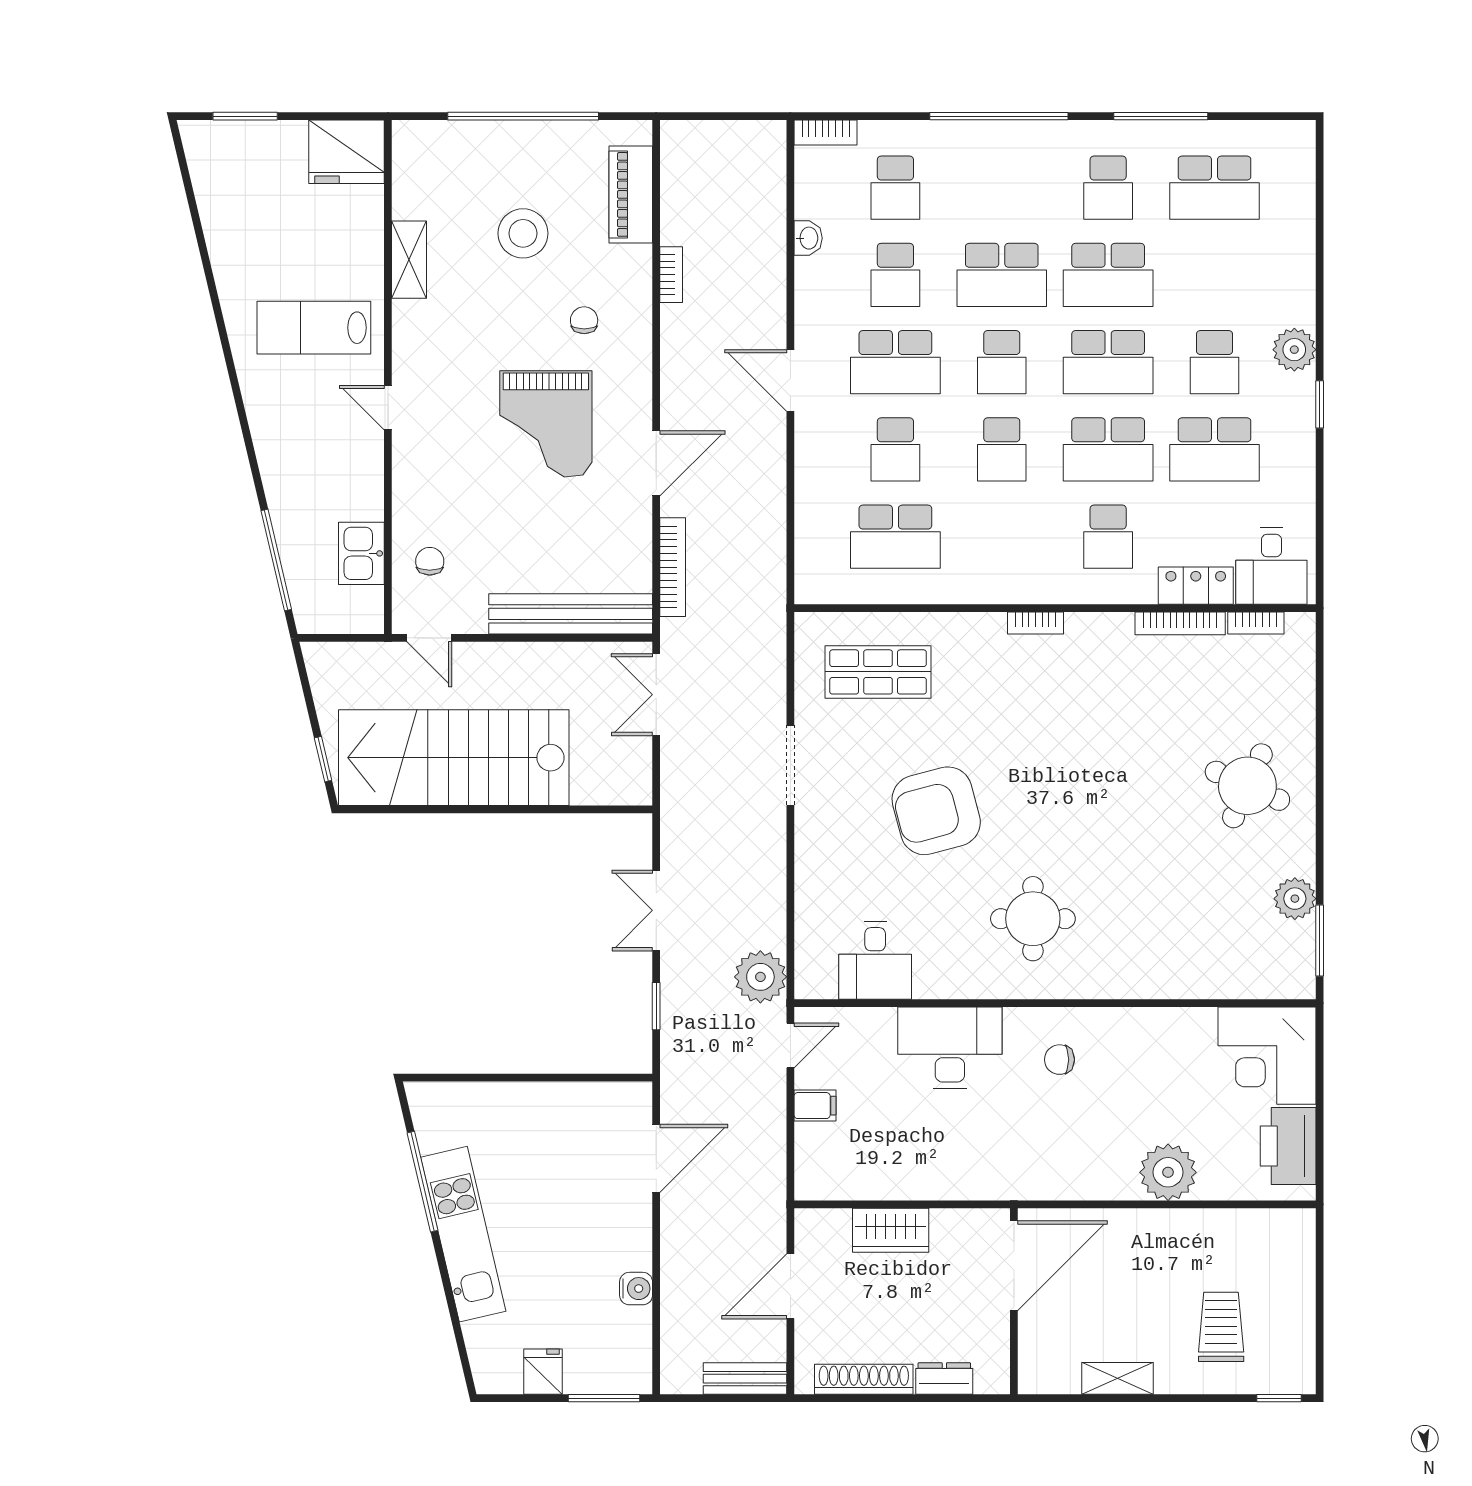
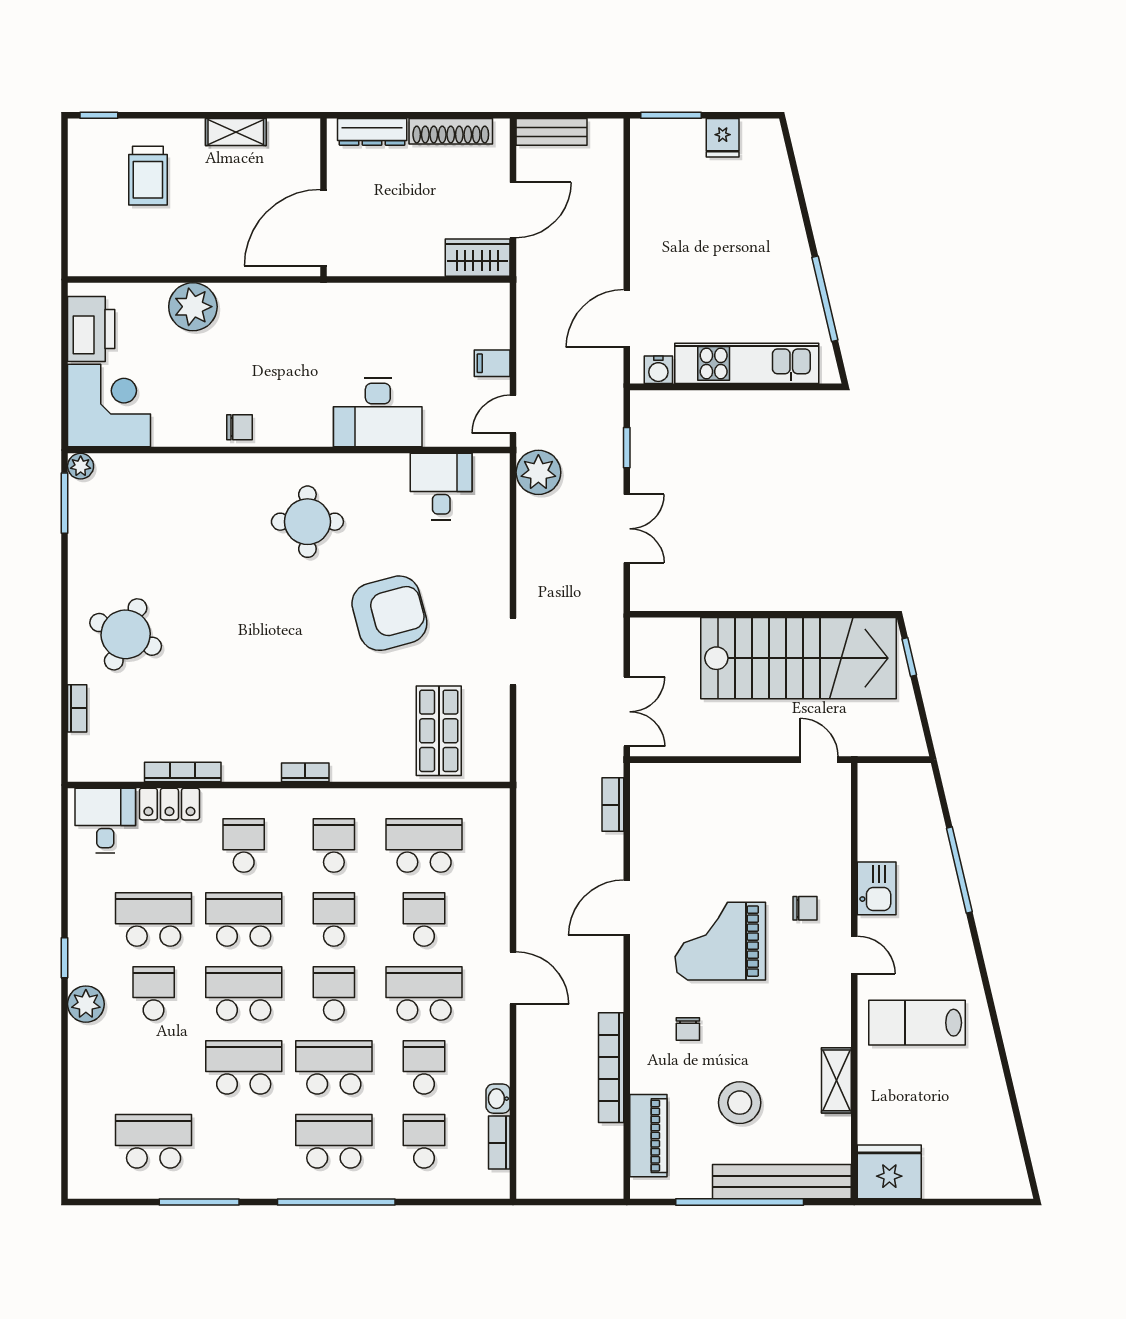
window: (245, 116) -> (975, 1202), removed
bookcase: (826, 133) -> (499, 1143), moved, turned -90
school desk: (1108, 188) -> (334, 1141), moved, width x1.85
bookcase: (671, 275) -> (611, 1068), width x2.31, depth x1.31
lab bench: (314, 328) -> (917, 1023), turned 180
grand piano: (546, 424) -> (720, 941), turned -90
school desk: (1002, 537) -> (334, 846), added
kitchen sink: (361, 553) -> (877, 888), moved
window: (276, 560) -> (959, 870), moved
chair: (430, 561) -> (805, 908), moved, turned -90
bookcase: (673, 567) -> (613, 805), width x0.64
bench: (571, 614) -> (782, 1182), moved
bookcase: (1256, 623) -> (77, 708), moved, turned 90
shop shelf: (878, 672) -> (439, 731), turned 90
plant: (1295, 899) -> (81, 466), moved, width x0.73, depth x0.73
chair: (1059, 1060) -> (239, 427), moved
wardrobe: (891, 1230) -> (478, 258), moved
kitchen unit: (463, 1234) -> (747, 363), moved, turned 103
water cooler: (636, 1289) -> (658, 370), moved, turned -90
dresser: (944, 1379) -> (372, 132), width x1.44

